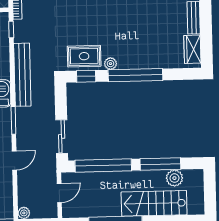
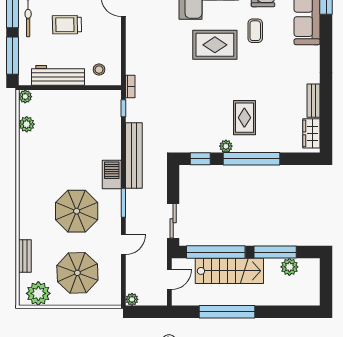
rug: (84, 56) -> (244, 118), moved, turned 90
stairs: (154, 203) -> (229, 271), moved, turned 180

